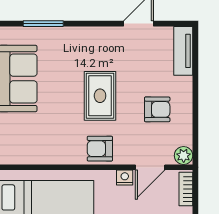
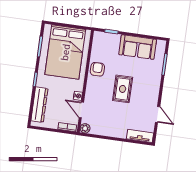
rug: (100, 96) -> (123, 89), turned 90
armchair: (157, 109) -> (111, 118), removed
armchair: (100, 149) -> (97, 69), moved

